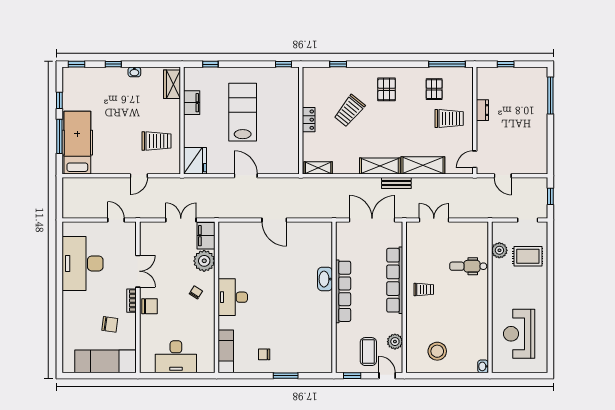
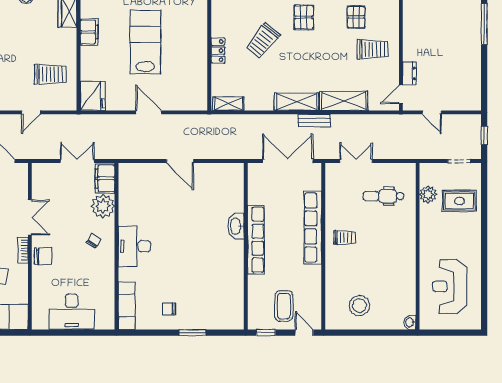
dresser: (482, 110) -> (409, 73), moved
dental chair: (468, 266) -> (384, 196), moved
plant: (395, 342) -> (313, 295), removed

